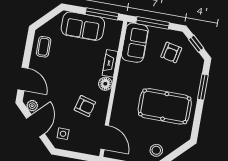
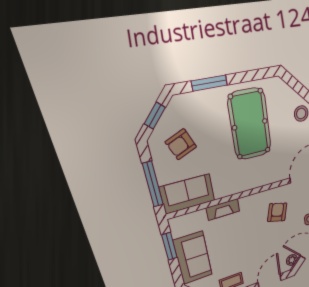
window: (102, 14) -> (169, 246), width x0.69
armchair: (171, 52) -> (181, 144), turned 145
floor lamp: (105, 84) -> (247, 203), removed

